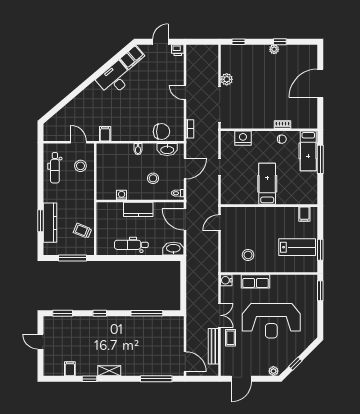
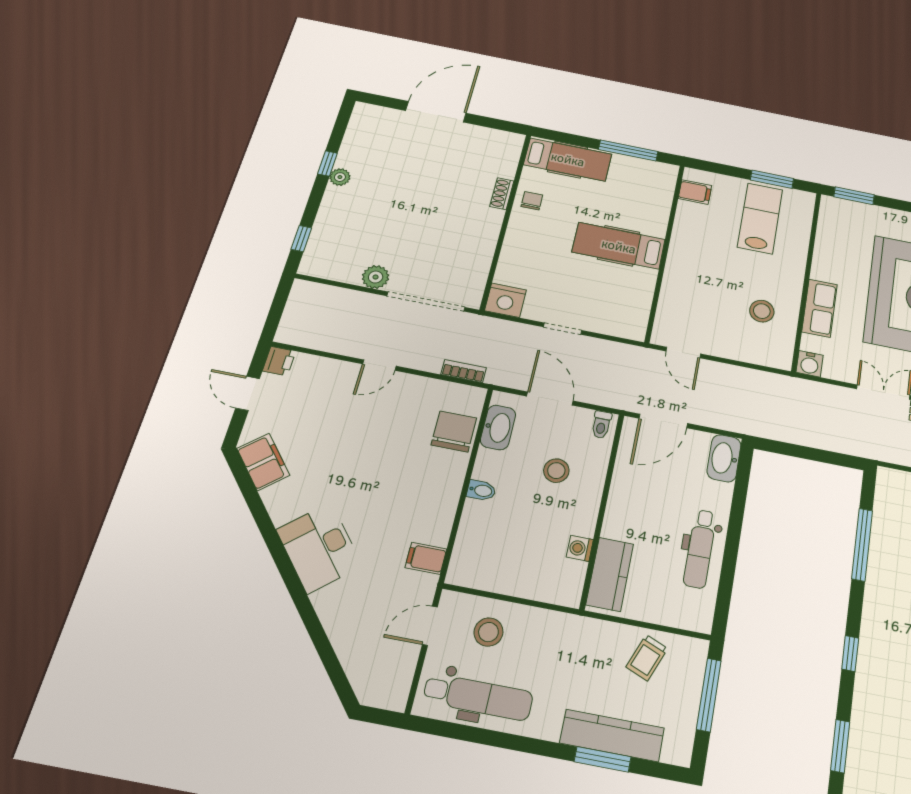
desk: (115, 79) -> (319, 548), moved
door: (320, 83) -> (436, 112), swing flipped
nightstand: (243, 138) -> (505, 300), moved, turned -90
window: (320, 159) -> (628, 150), moved
dental chair: (55, 168) -> (478, 697), width x1.36, depth x1.38
kitchen counter: (138, 209) -> (610, 574), moved

